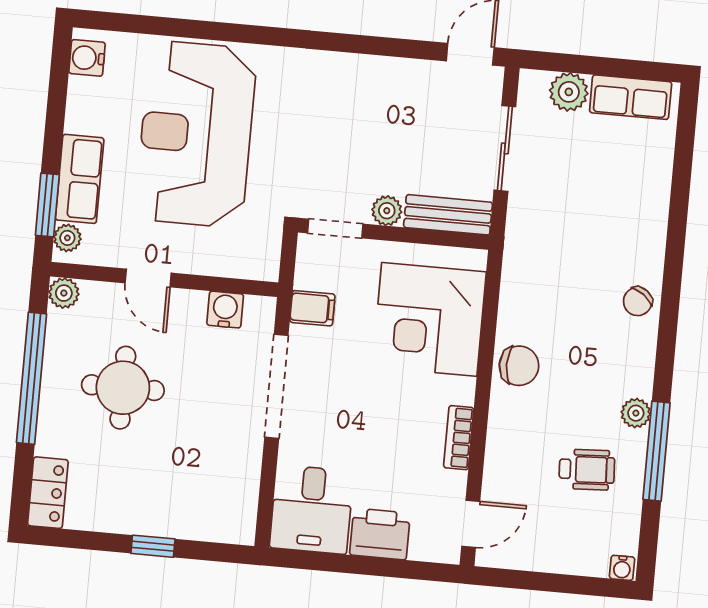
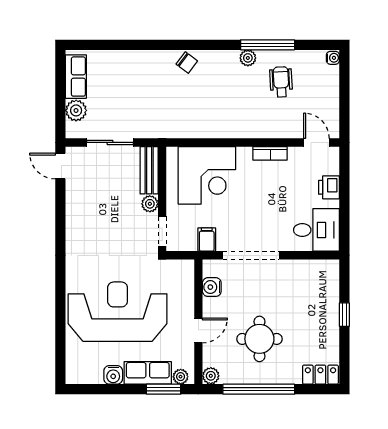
water cooler: (87, 58) -> (113, 375), moved
reception desk: (196, 134) -> (118, 312), turned 180
chair: (519, 366) -> (228, 124), removed
printer: (380, 534) -> (329, 187), width x0.73, depth x0.81

